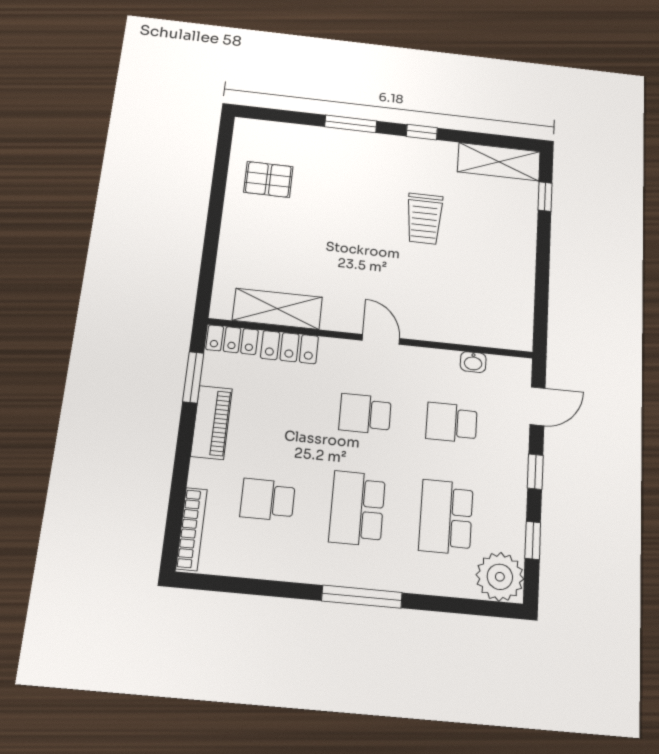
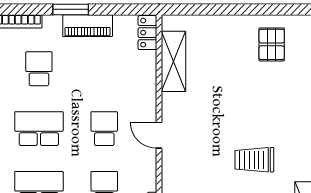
door: (381, 339) -> (159, 135), swing flipped
locker: (290, 347) -> (146, 72), removed
window: (193, 377) -> (71, 9), moved

